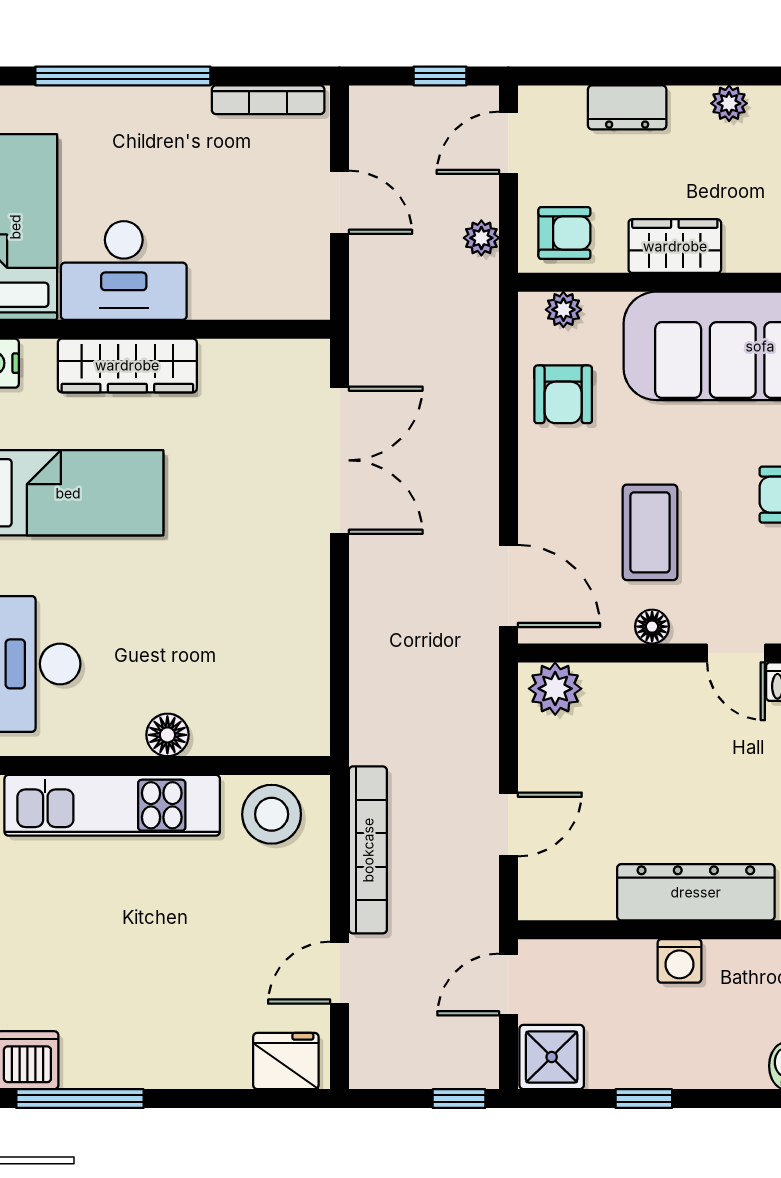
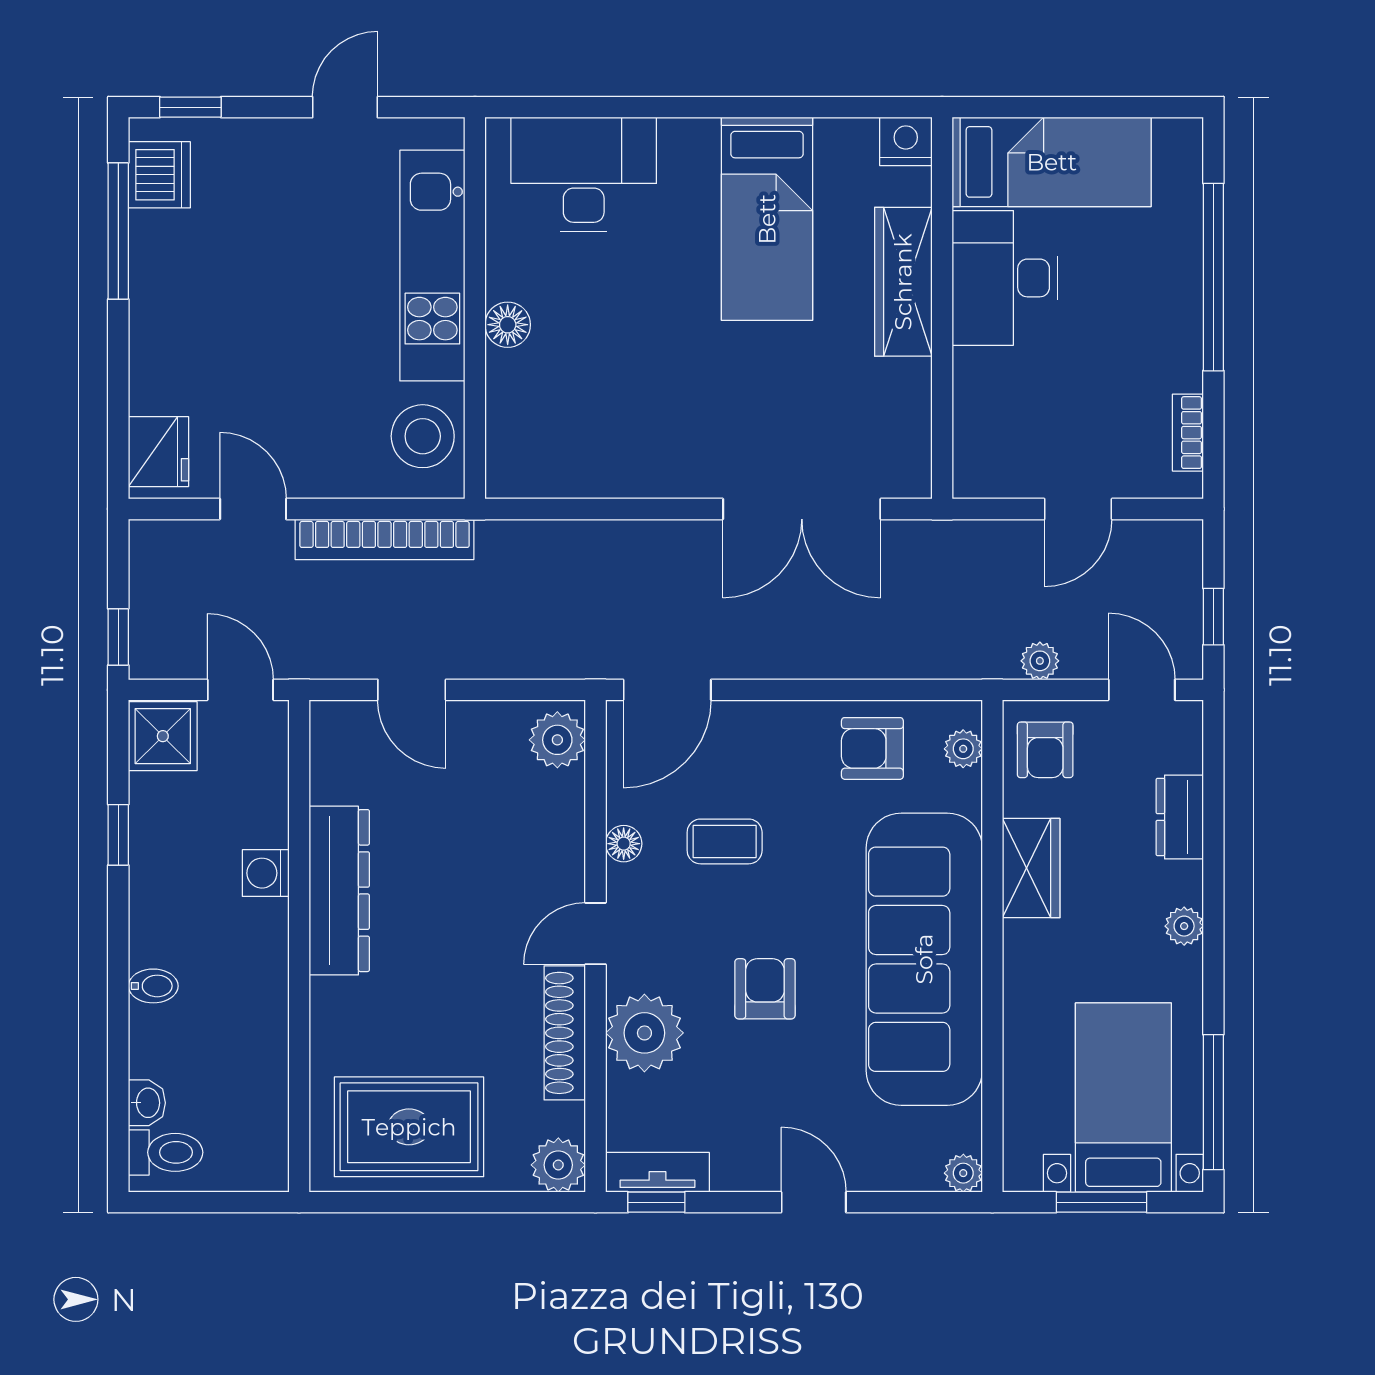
bookcase: (268, 100) -> (1188, 433), width x0.64
coffee table: (650, 532) -> (725, 841), width x0.73, depth x0.77

